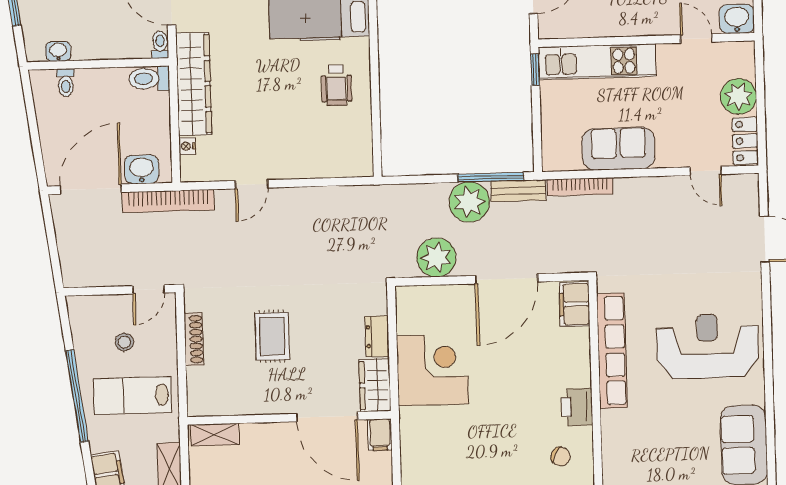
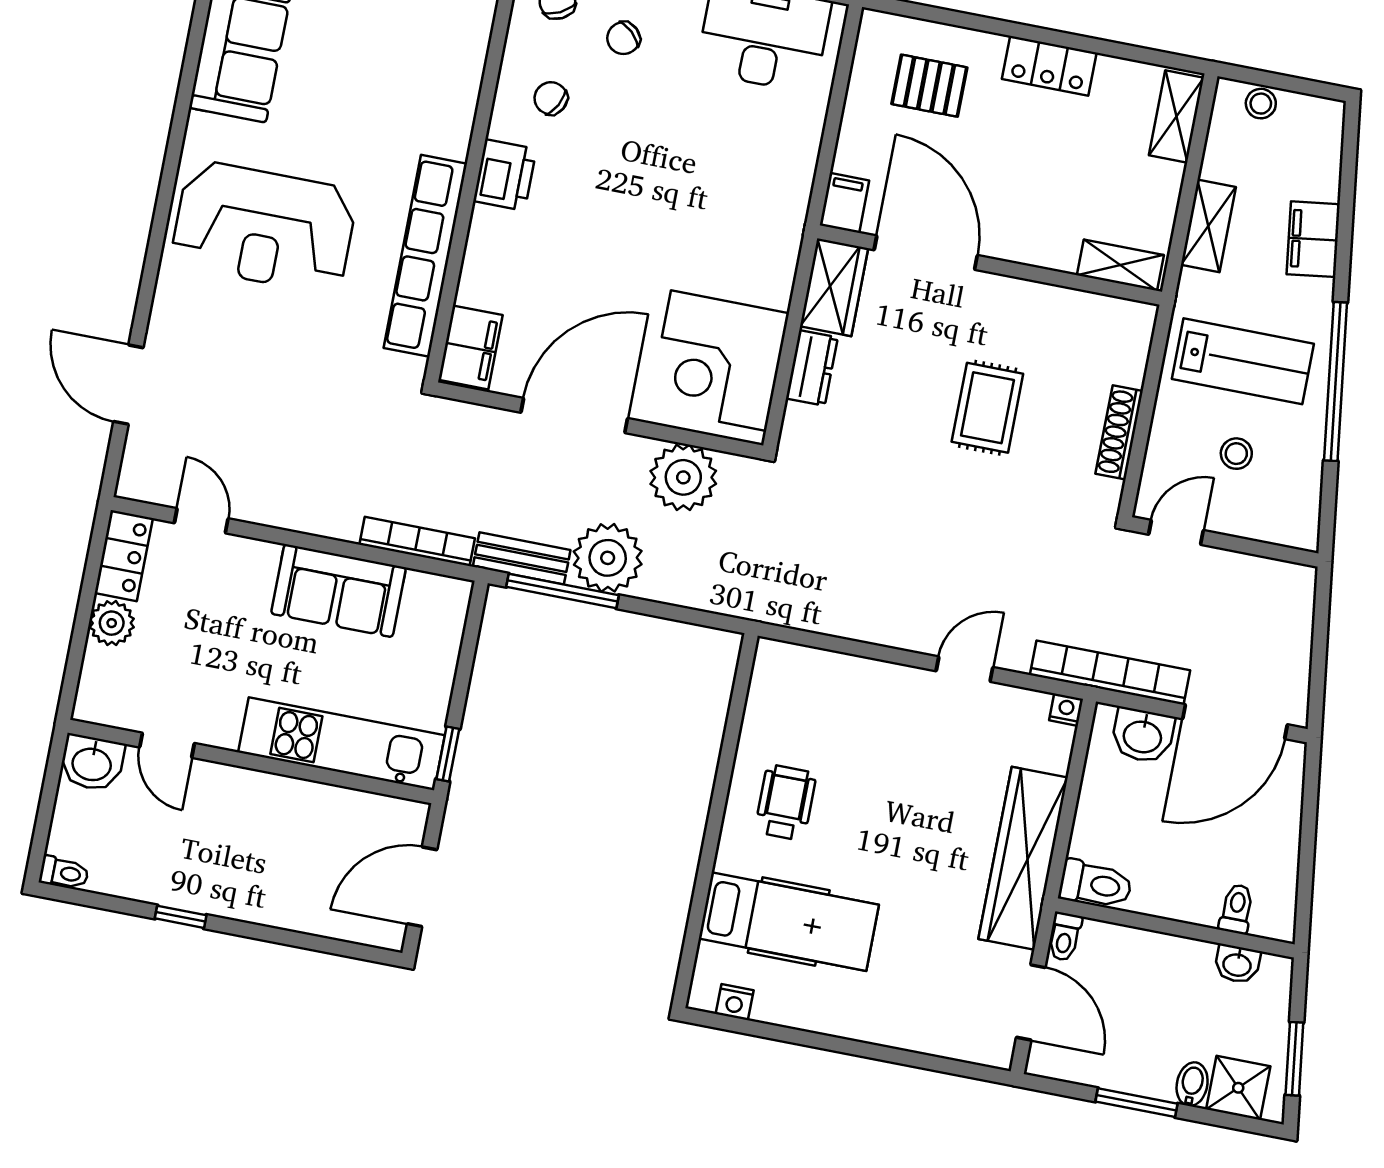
plant: (739, 96) -> (112, 623), width x0.73, depth x0.73
nightstand: (187, 146) -> (1066, 710), moved, turned -90
corner desk: (432, 370) -> (719, 361), moved

